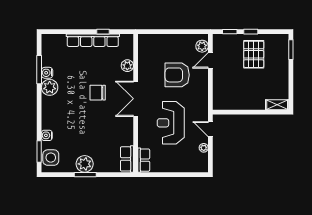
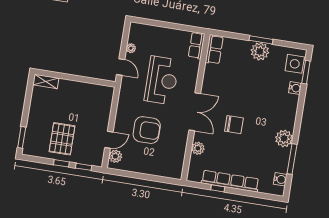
water cooler: (47, 73) -> (280, 179), moved

